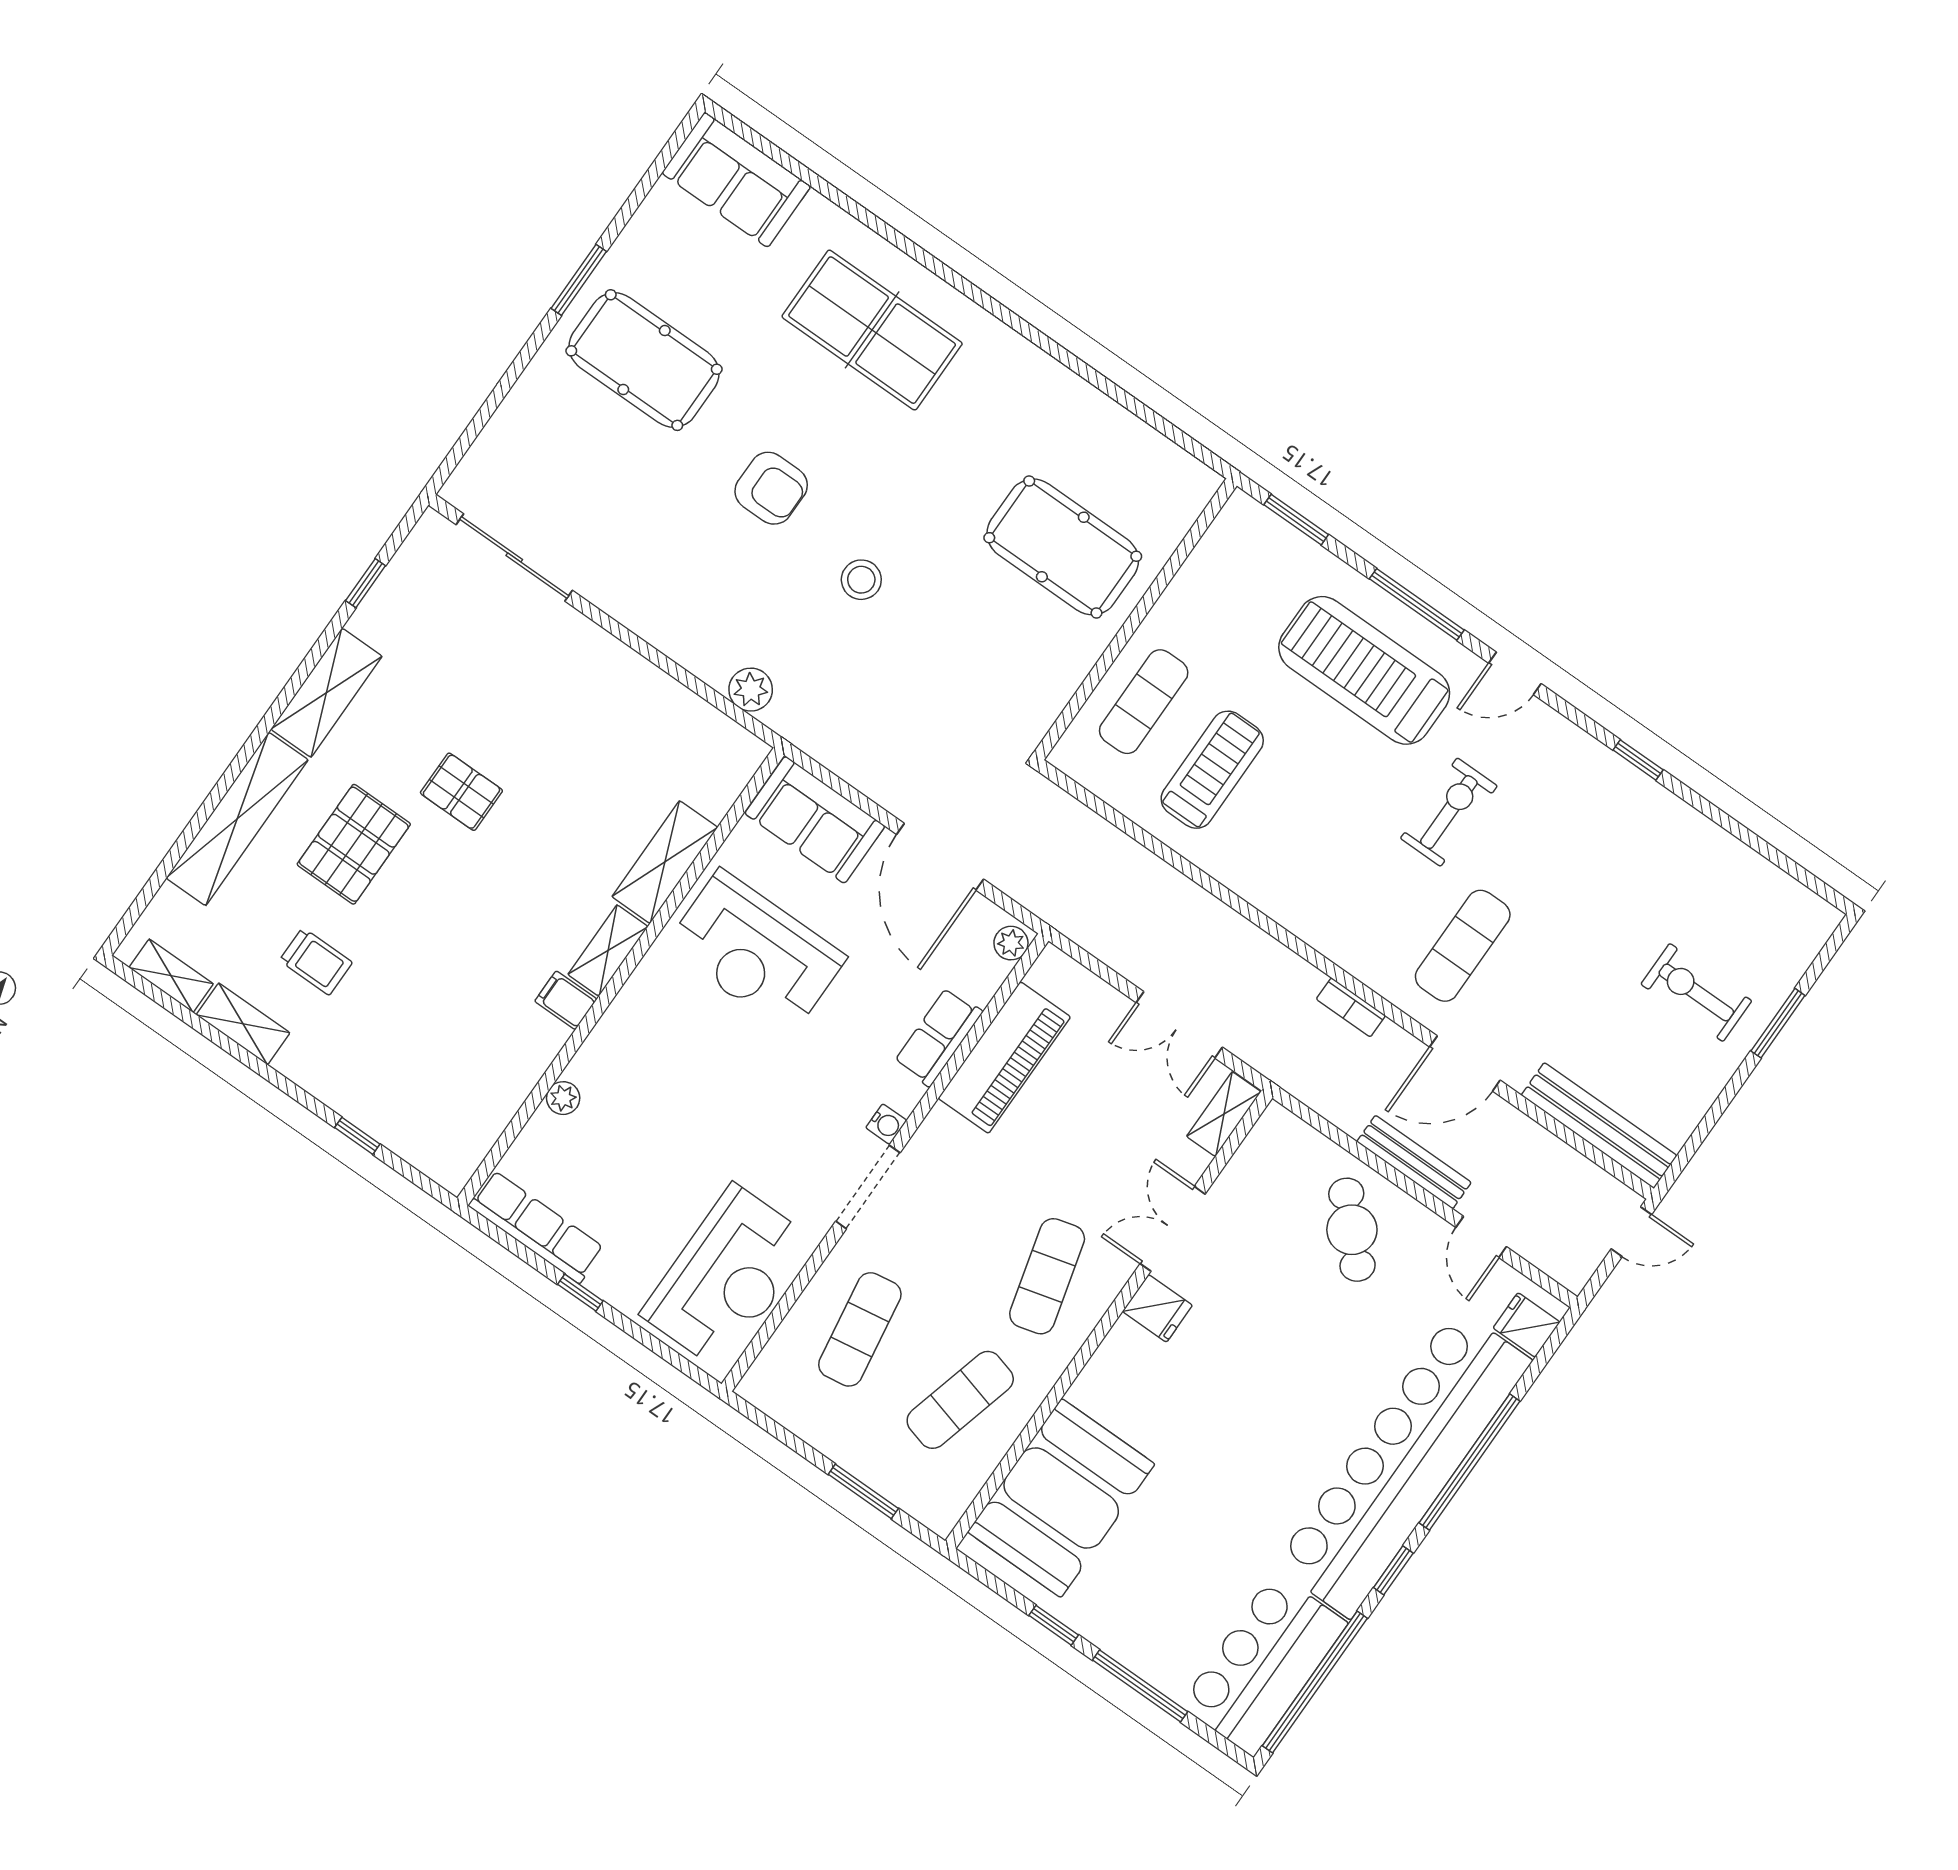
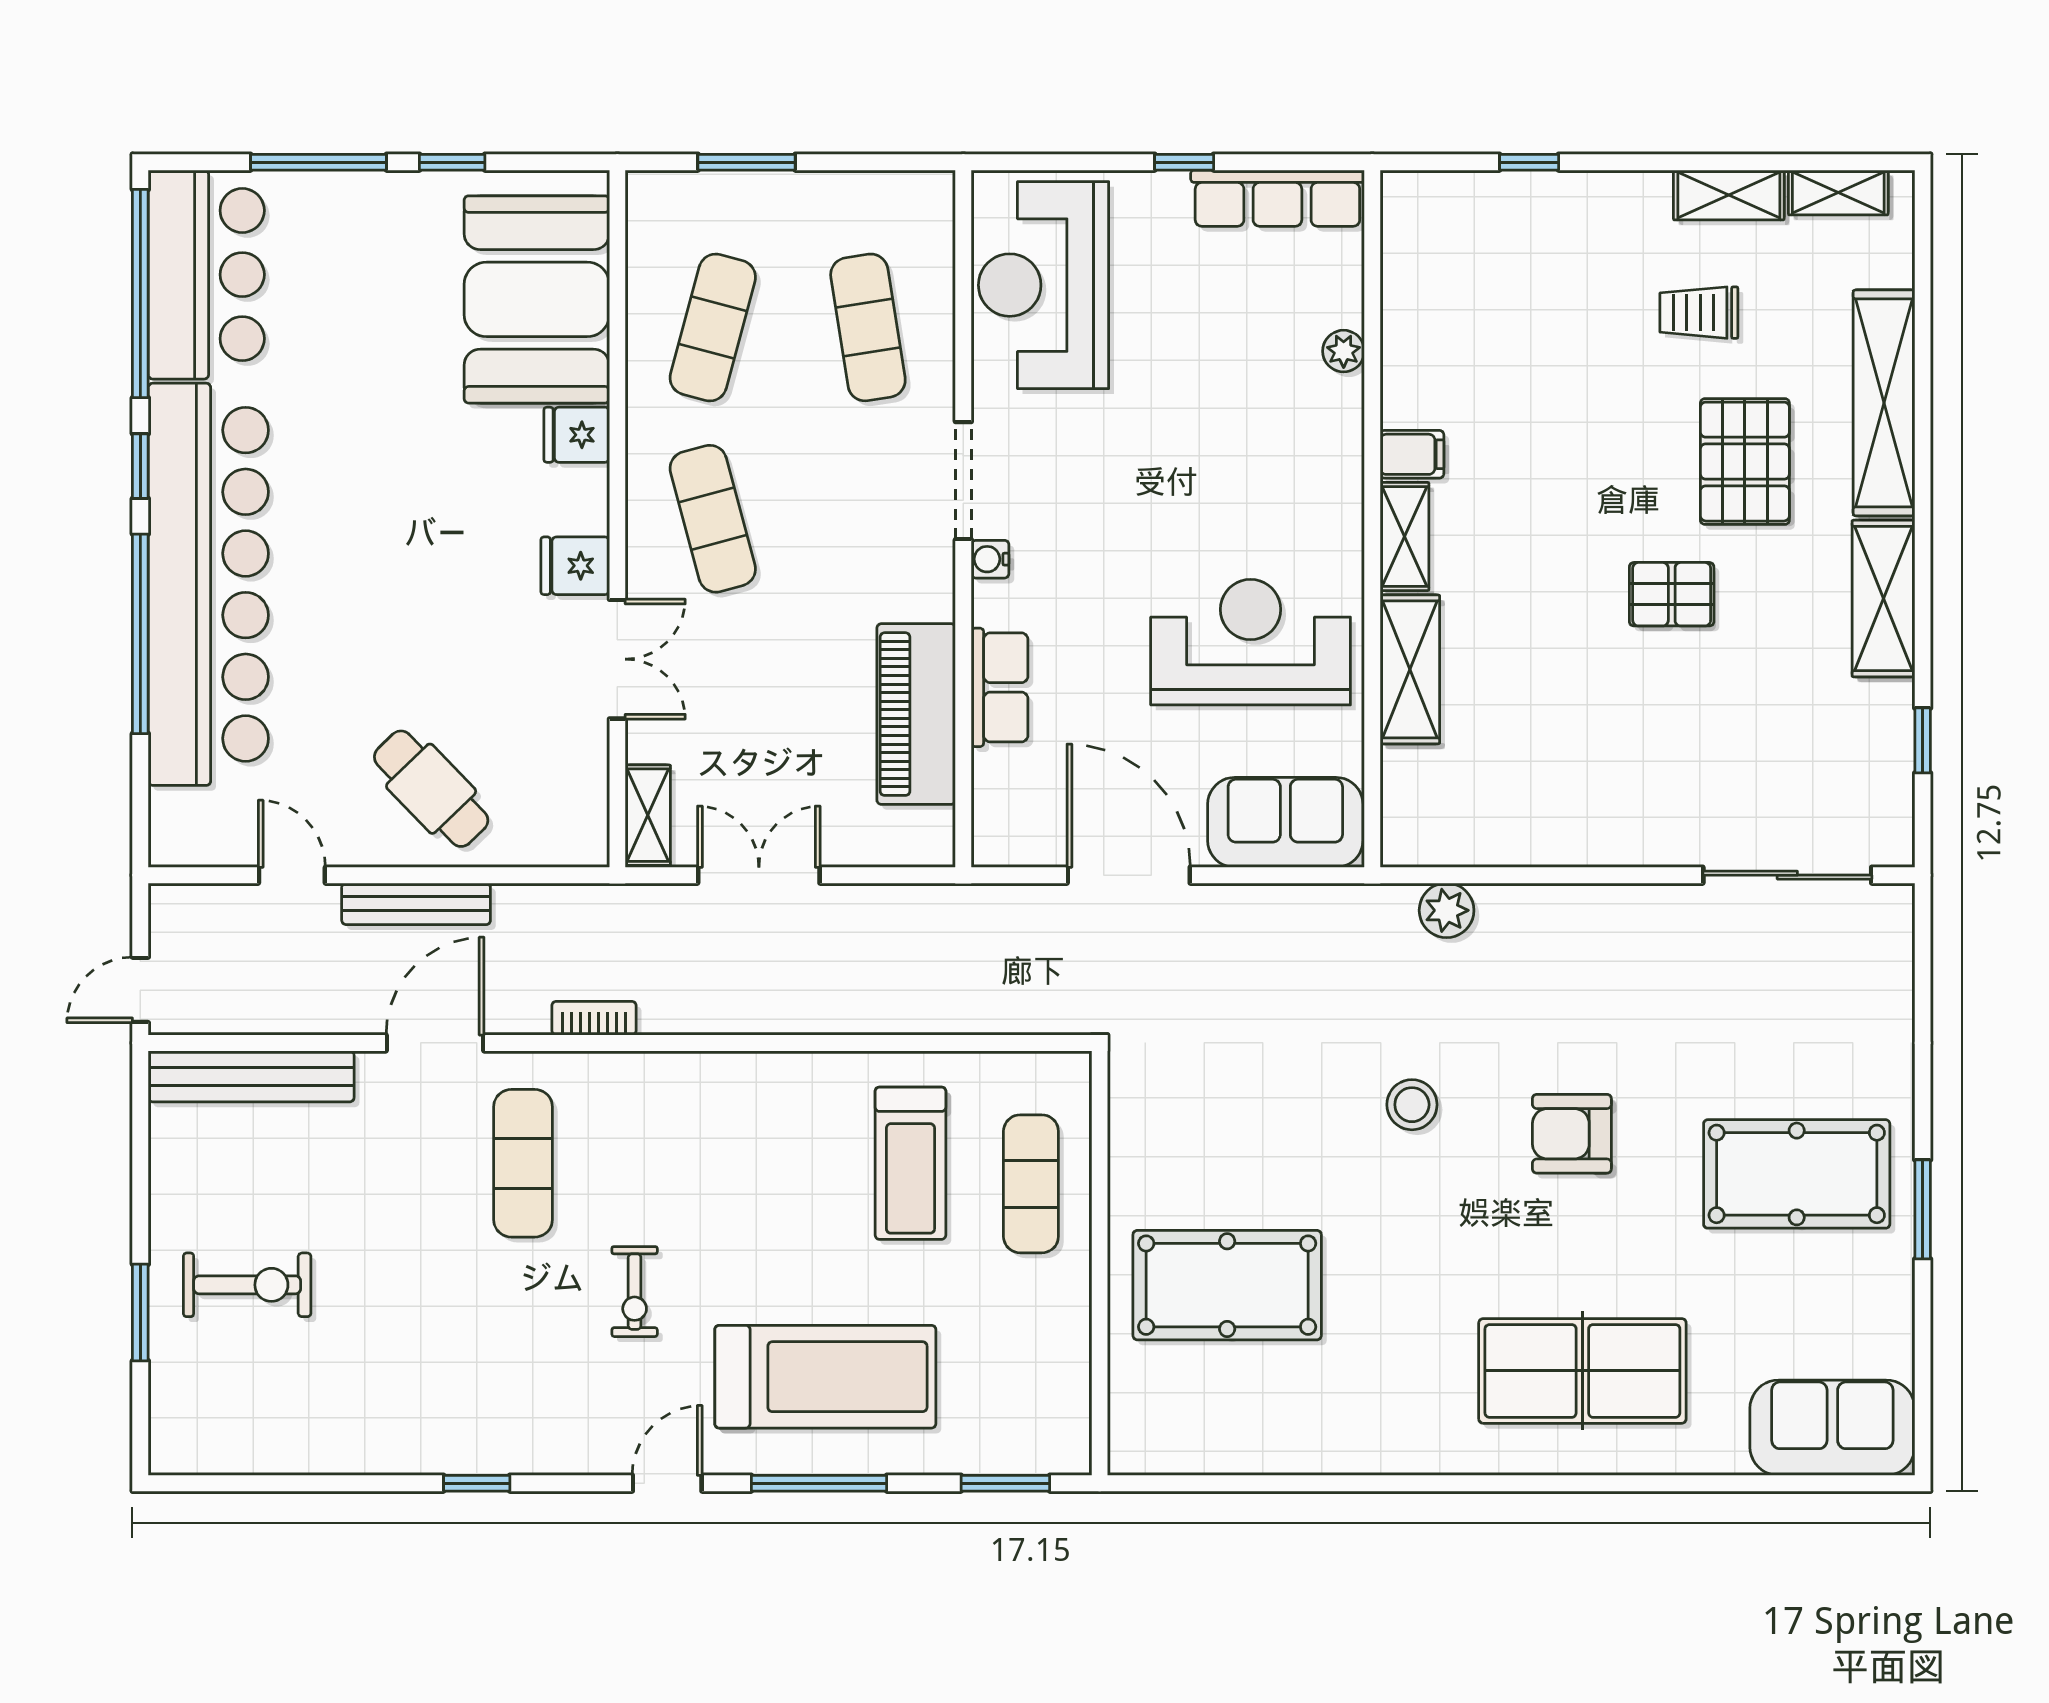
exercise bike: (1449, 812) -> (635, 1292), width x0.73, depth x0.72
plant: (1011, 943) -> (993, 837), removed
fridge: (1527, 1325) -> (577, 435), moved, turned 180

